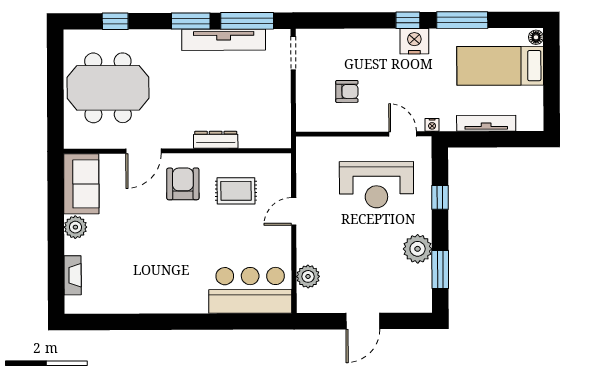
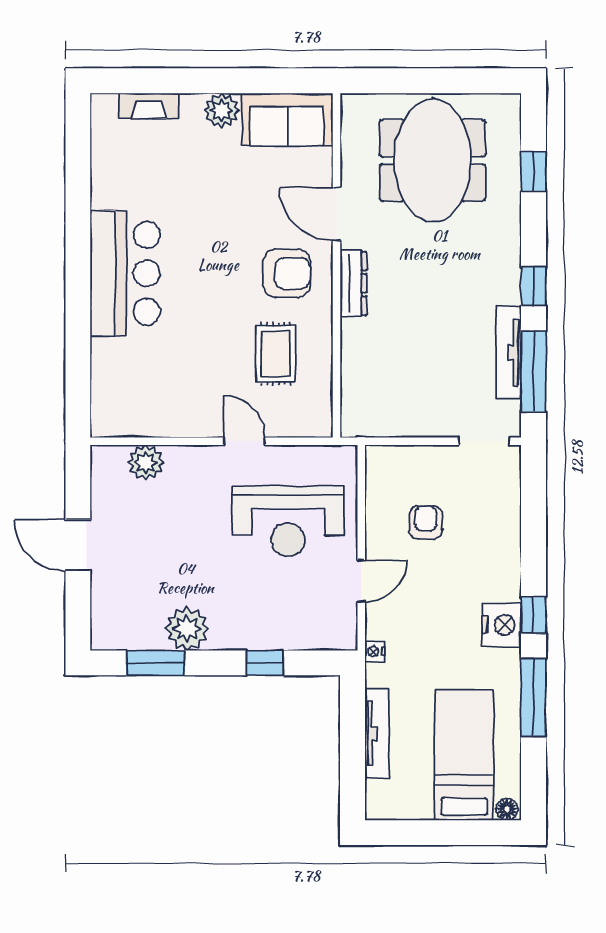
window: (191, 21) -> (533, 286), width x0.67
tv unit: (224, 40) -> (509, 353), width x0.73, depth x0.78
armchair: (347, 91) -> (426, 522), turned 180
door: (403, 134) -> (361, 581), moved
dresser: (216, 140) -> (353, 283), moved
reception desk: (376, 185) -> (288, 521), moved, turned -90
bar counter: (250, 290) -> (125, 273), moved

